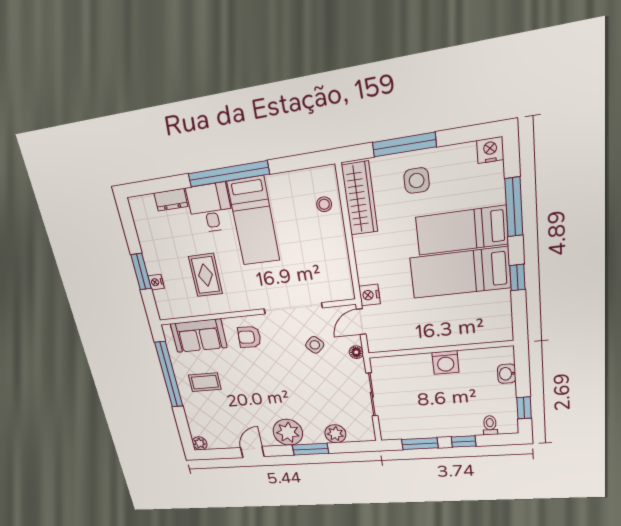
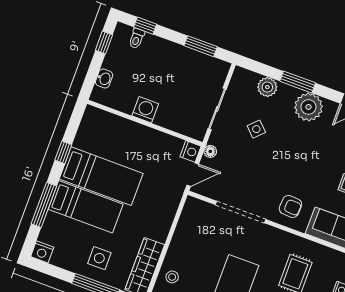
nightstand: (370, 295) -> (190, 151), moved
side table: (315, 345) -> (256, 129), moved
window: (464, 441) -> (145, 26), moved

